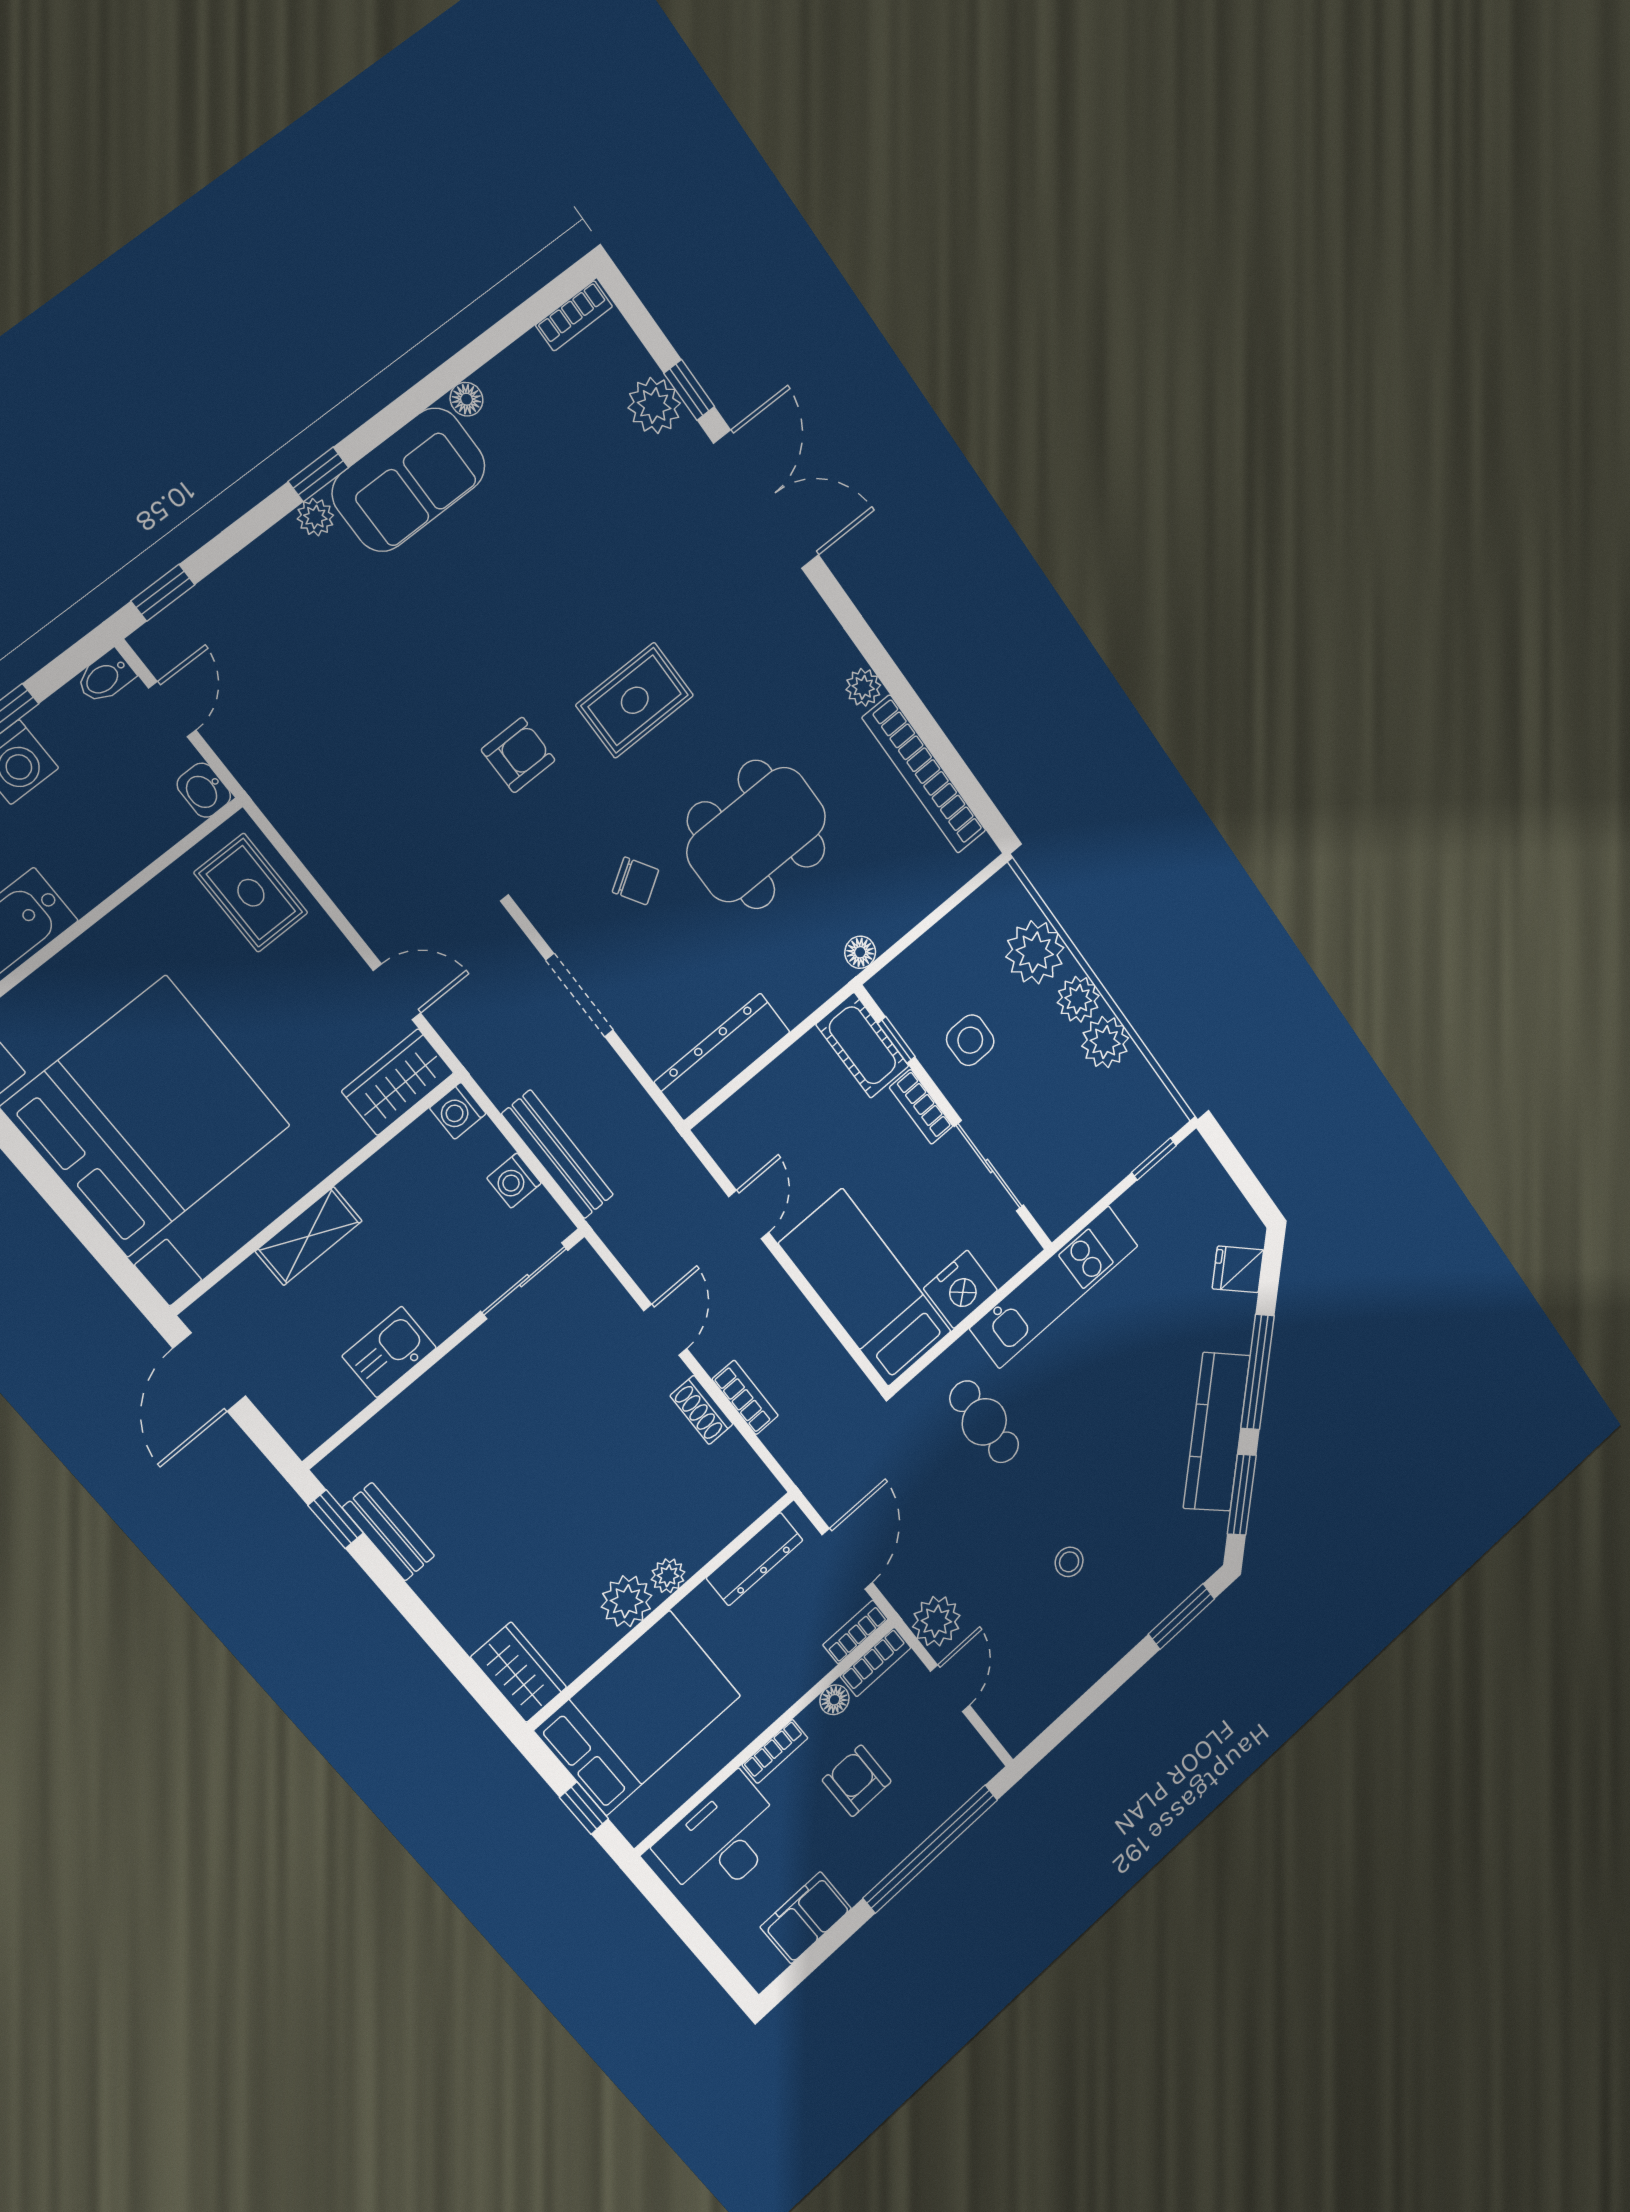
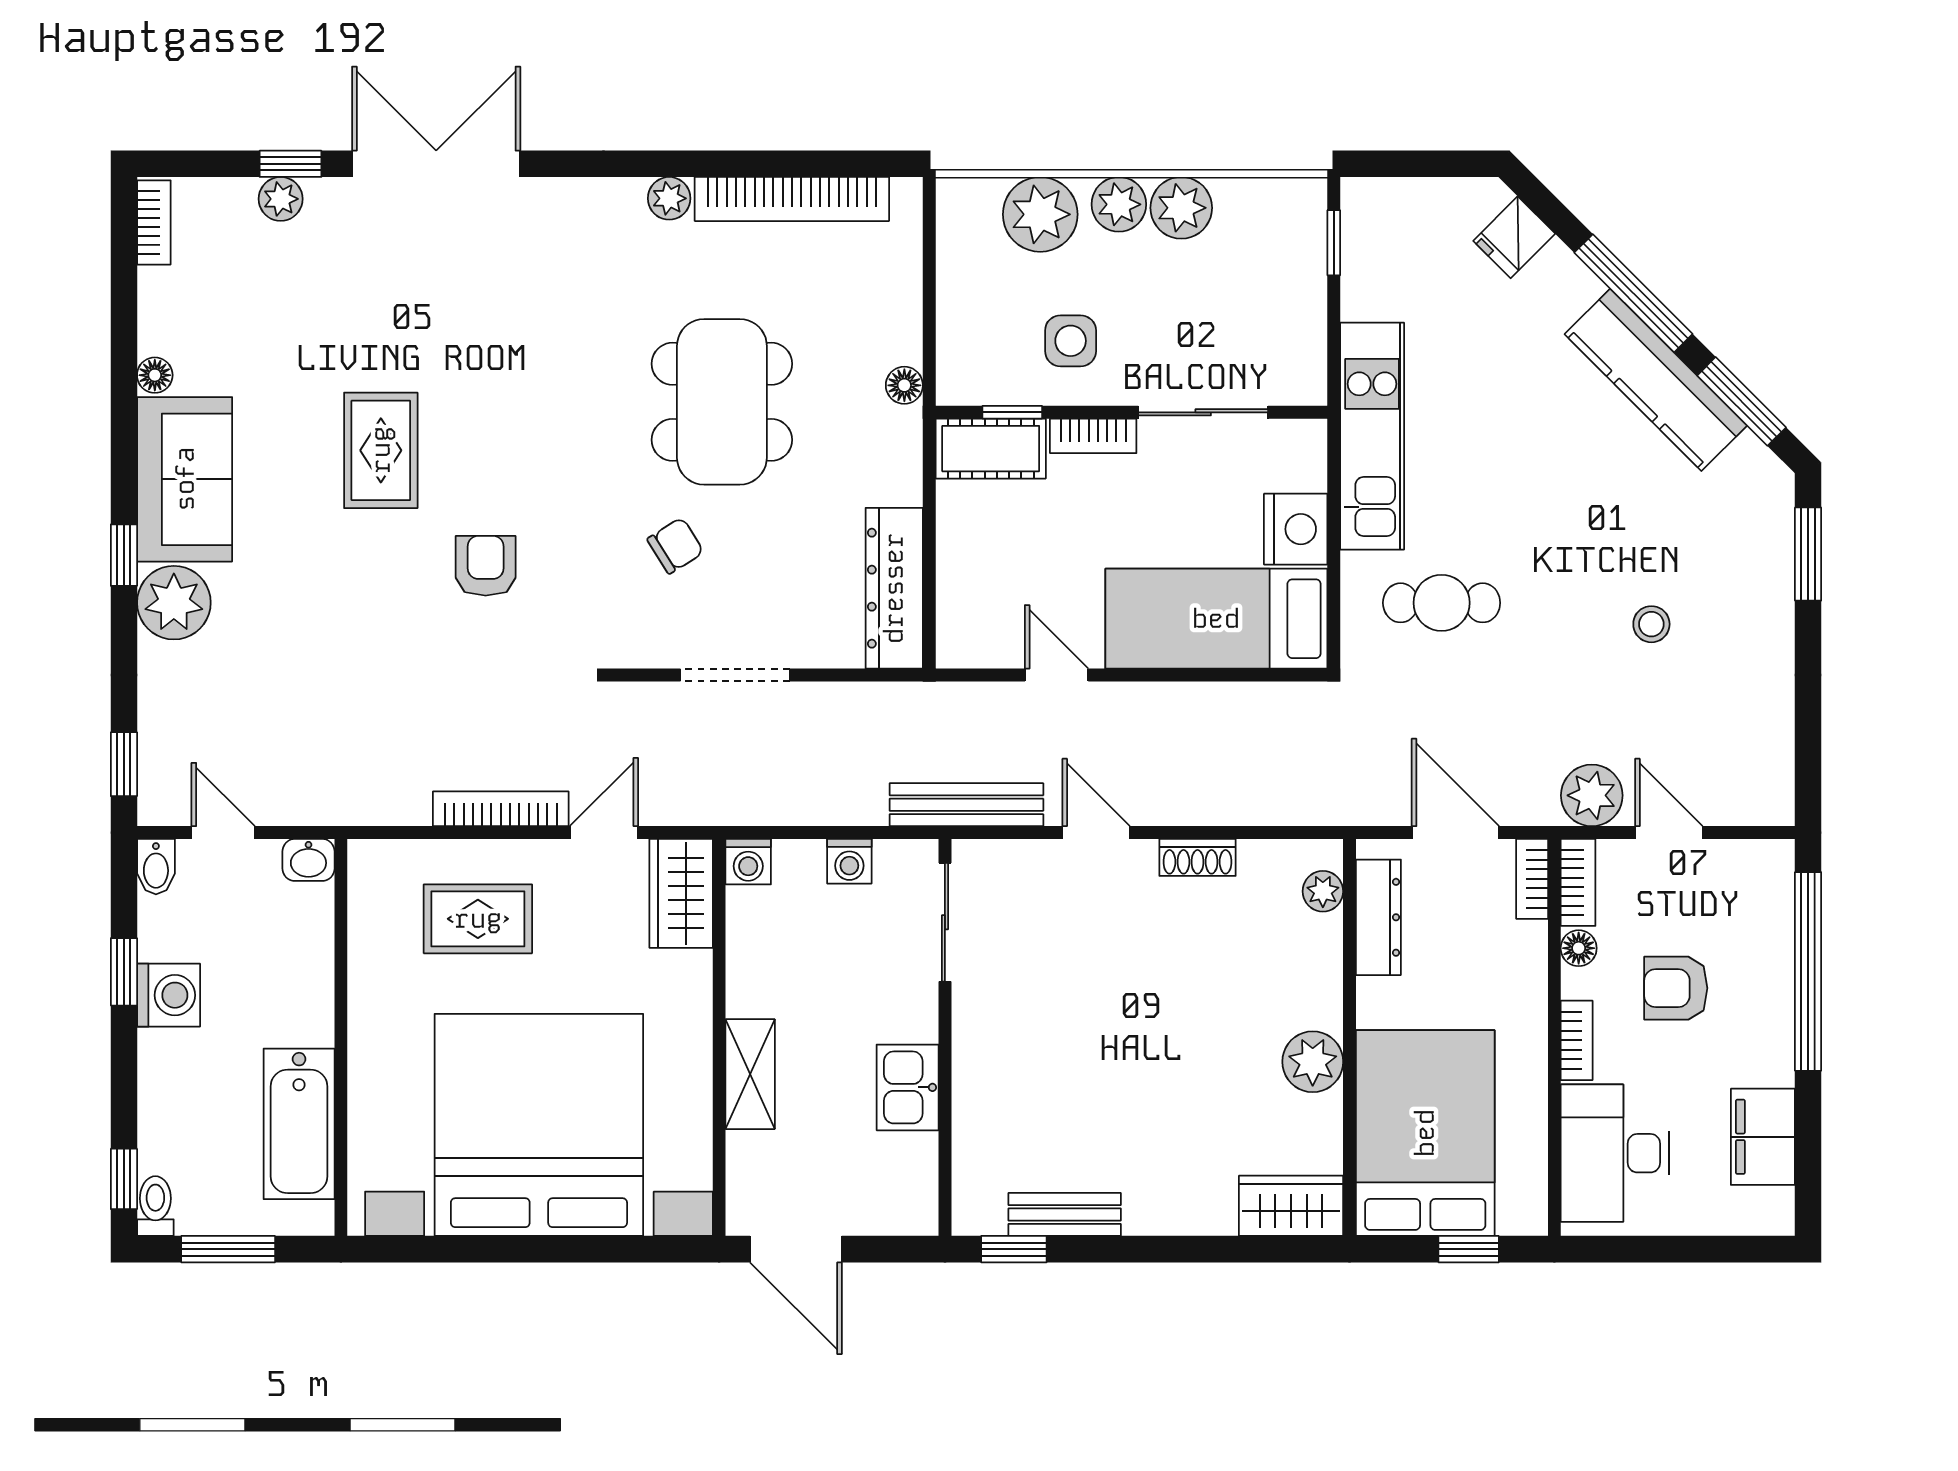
plant: (654, 405) -> (281, 199), width x0.73, depth x0.73
plant: (315, 517) -> (174, 603), width x1.87, depth x1.87
rug: (635, 700) -> (381, 450), moved
rug: (251, 893) -> (478, 919), moved
bench: (558, 1154) -> (966, 805), moved
bookcase: (745, 1397) -> (501, 809), moved, width x1.56
plant: (668, 1576) -> (1323, 891), moved

